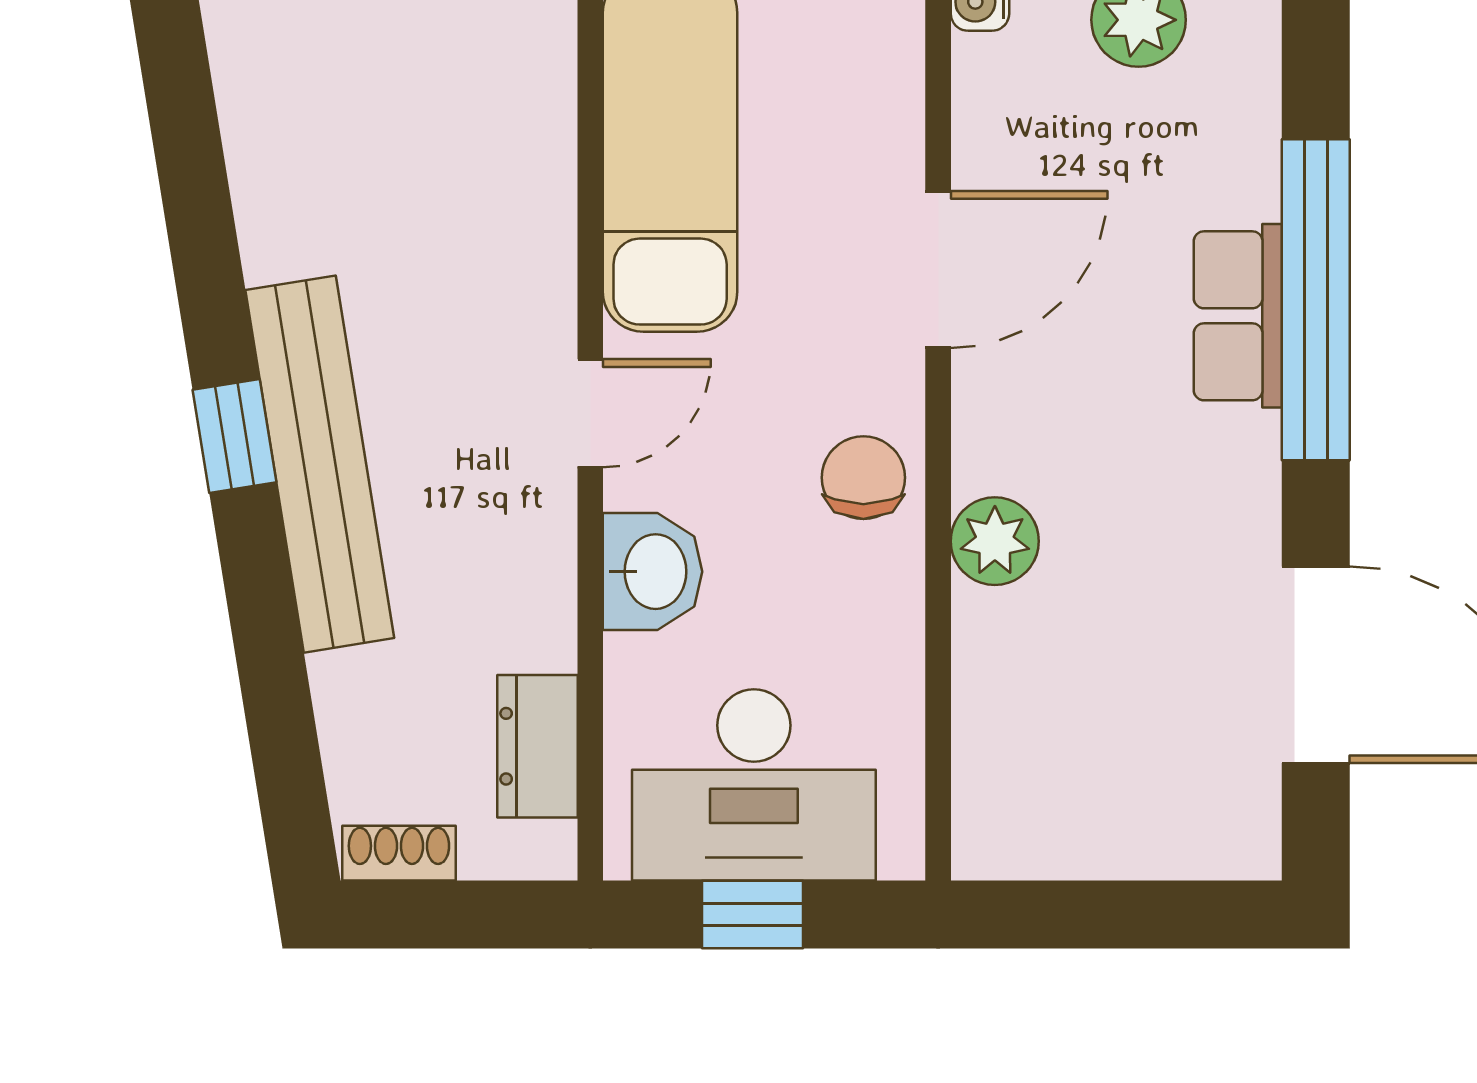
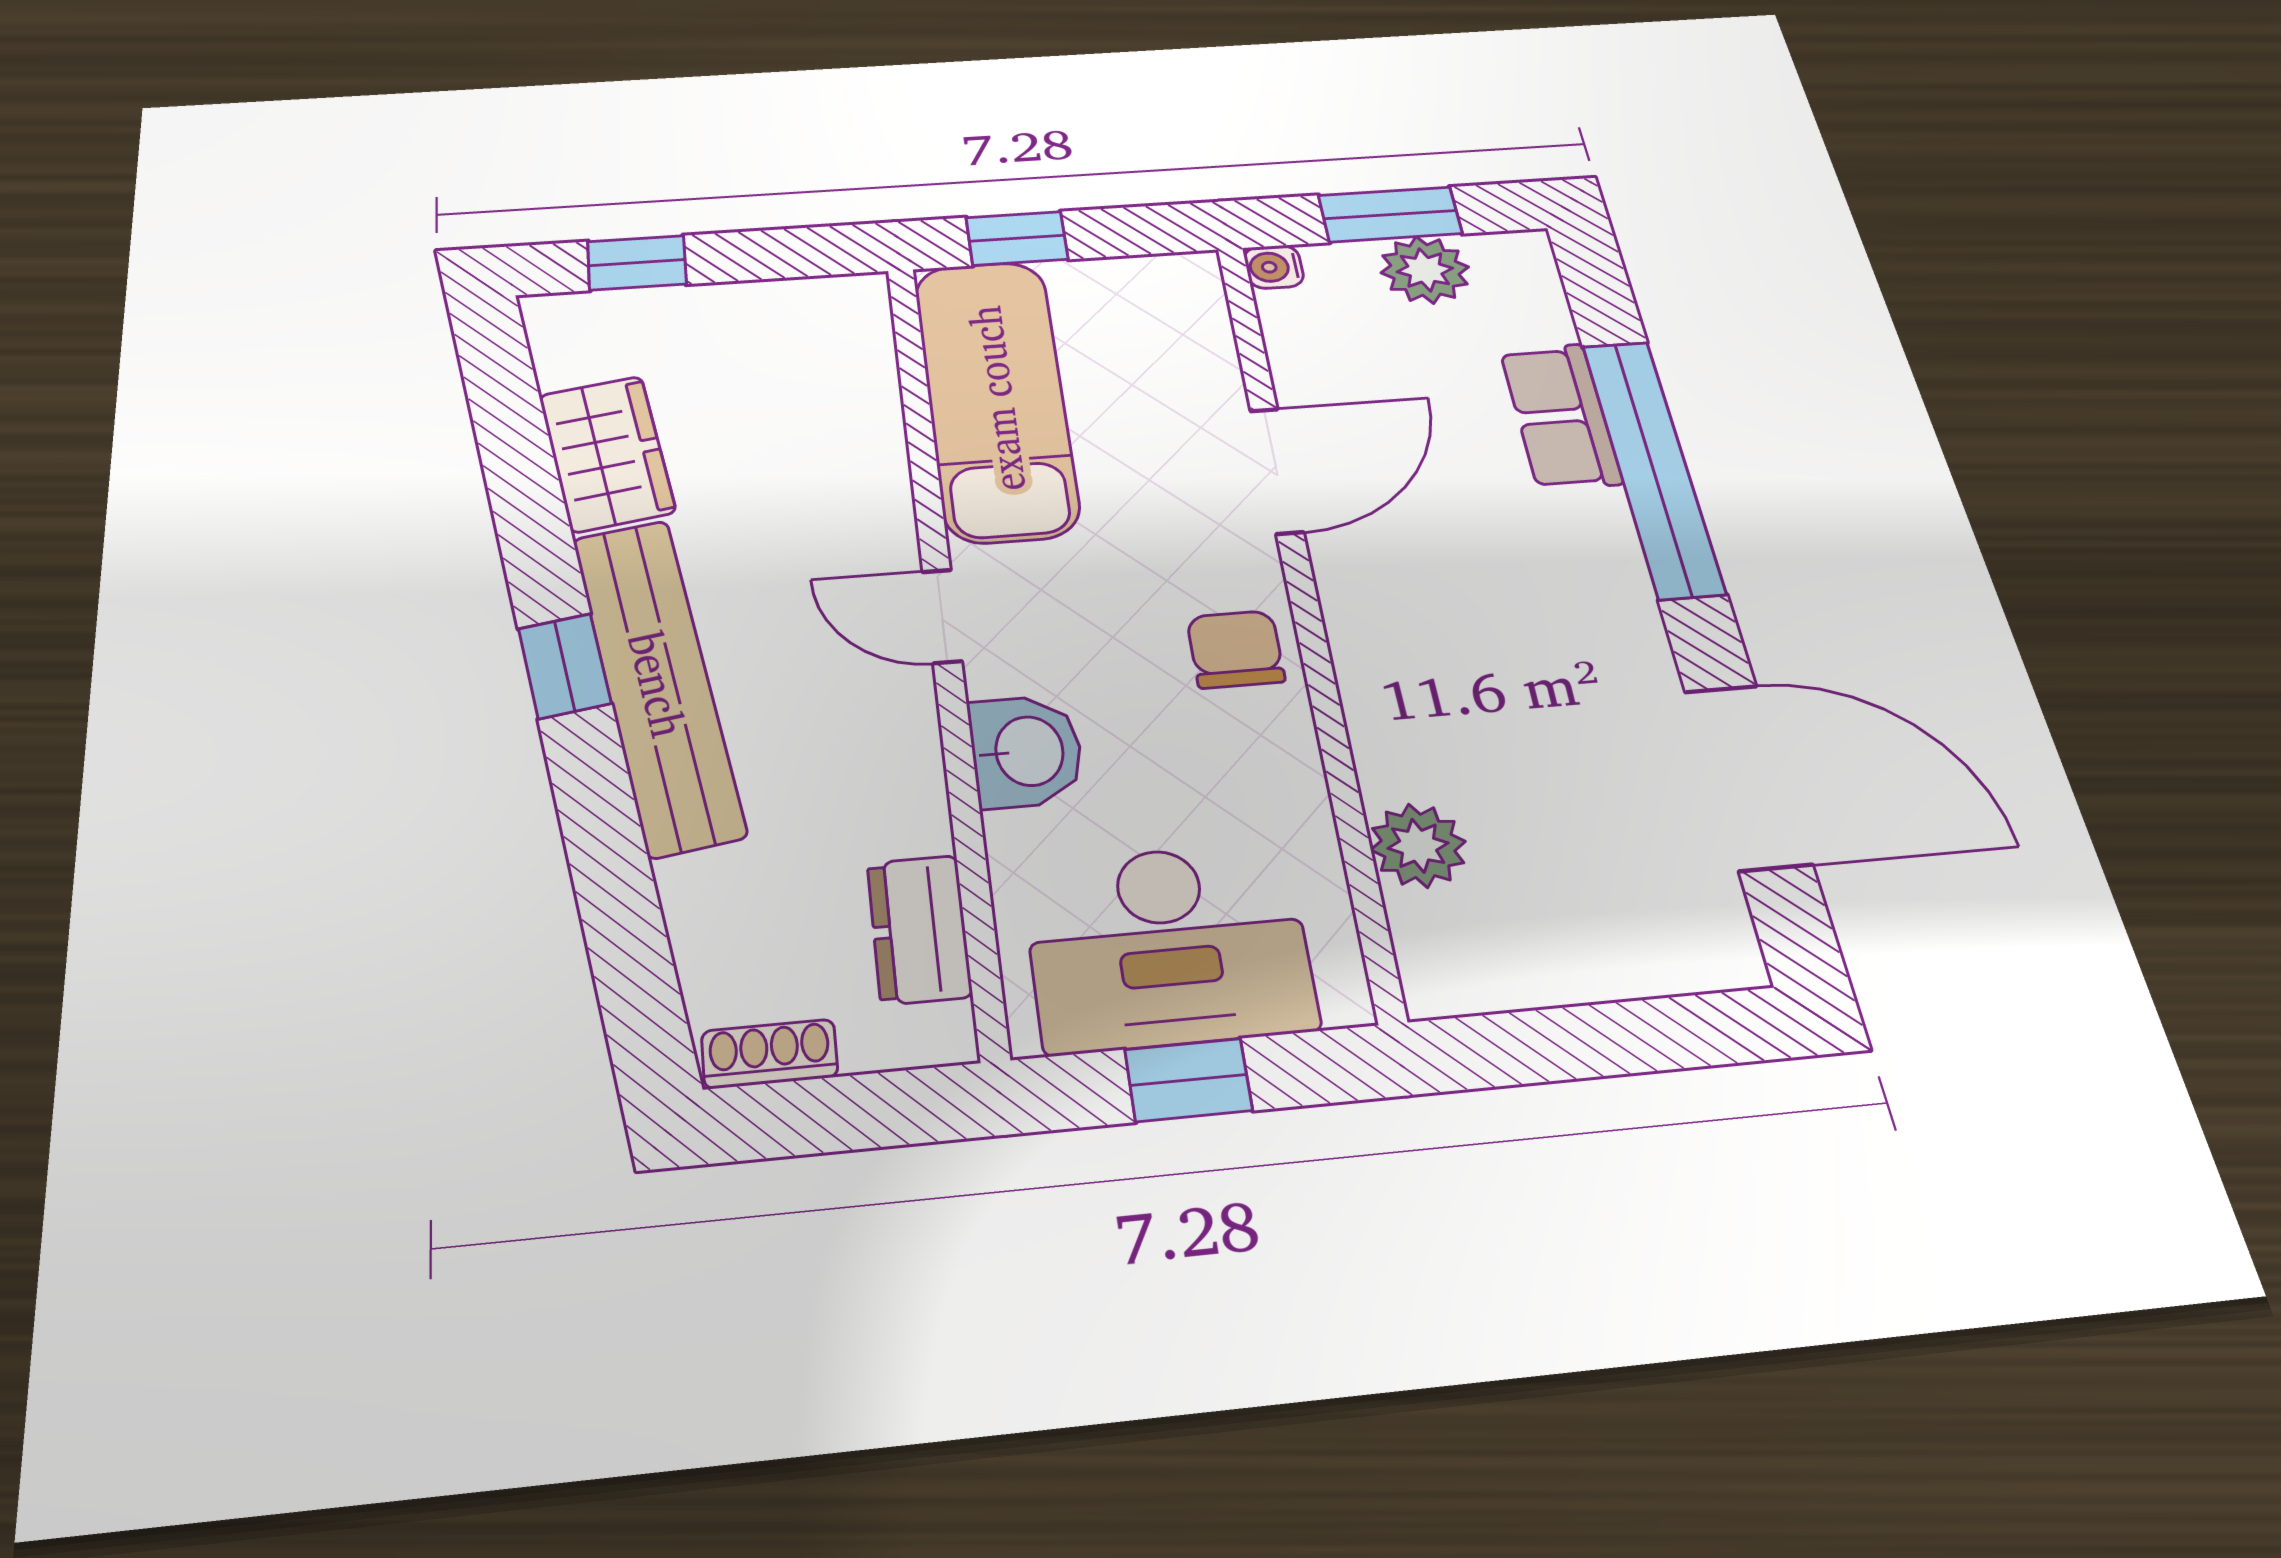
wardrobe: (281, 187) -> (607, 453), added
row of seats: (1238, 316) -> (1561, 416), moved
door: (590, 413) -> (942, 616), swing flipped
plant: (995, 541) -> (1418, 846), moved

